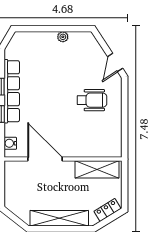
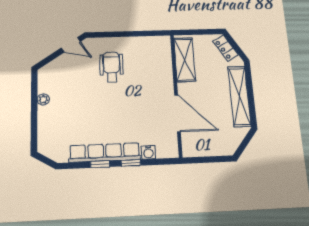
water cooler: (10, 143) -> (148, 152), moved
door: (45, 159) -> (178, 113), swing flipped

